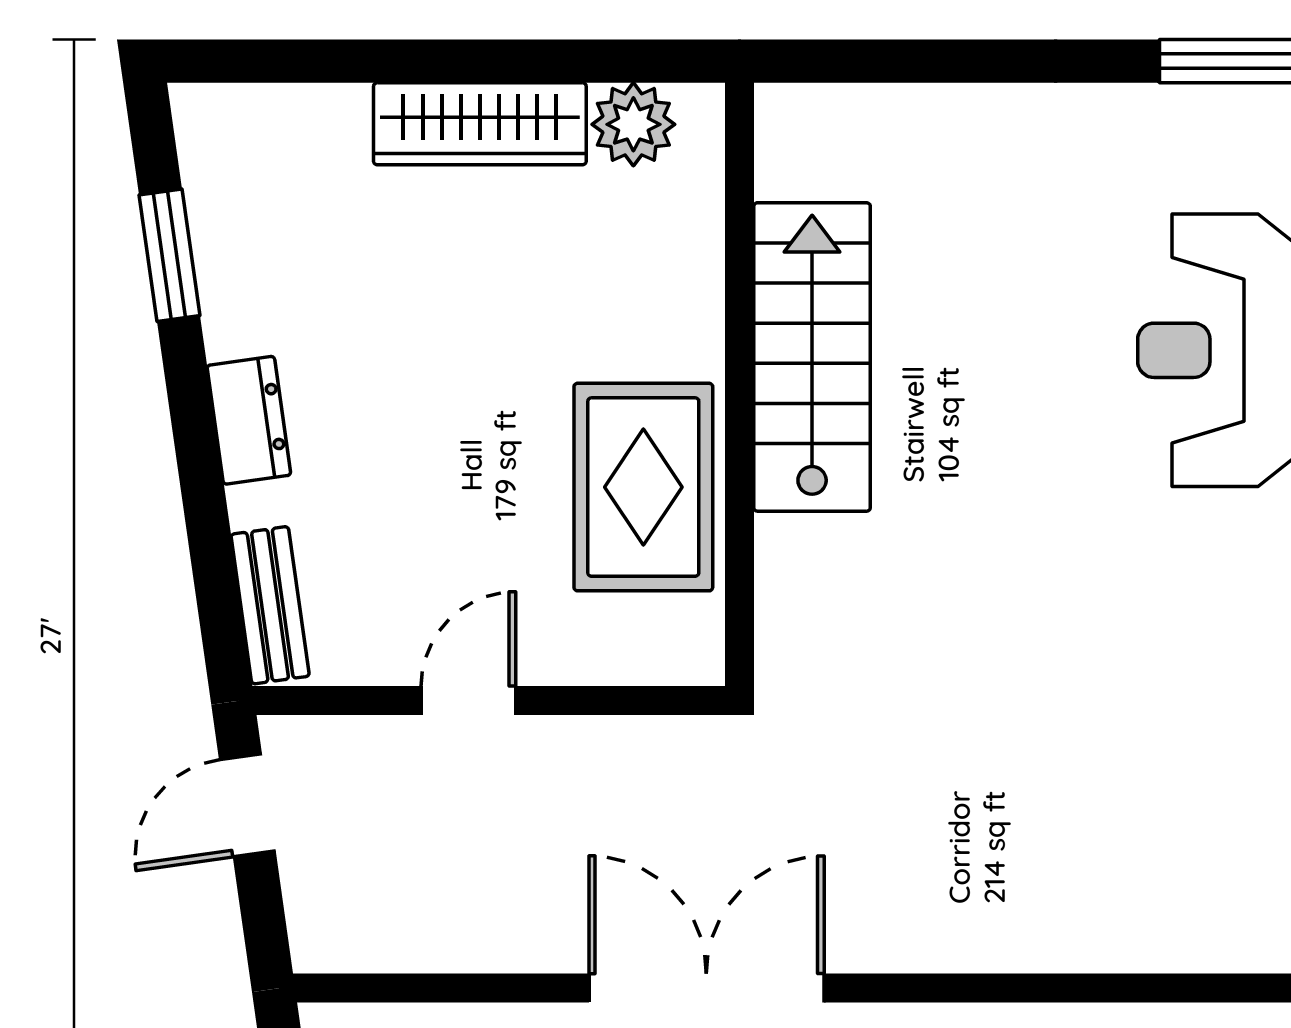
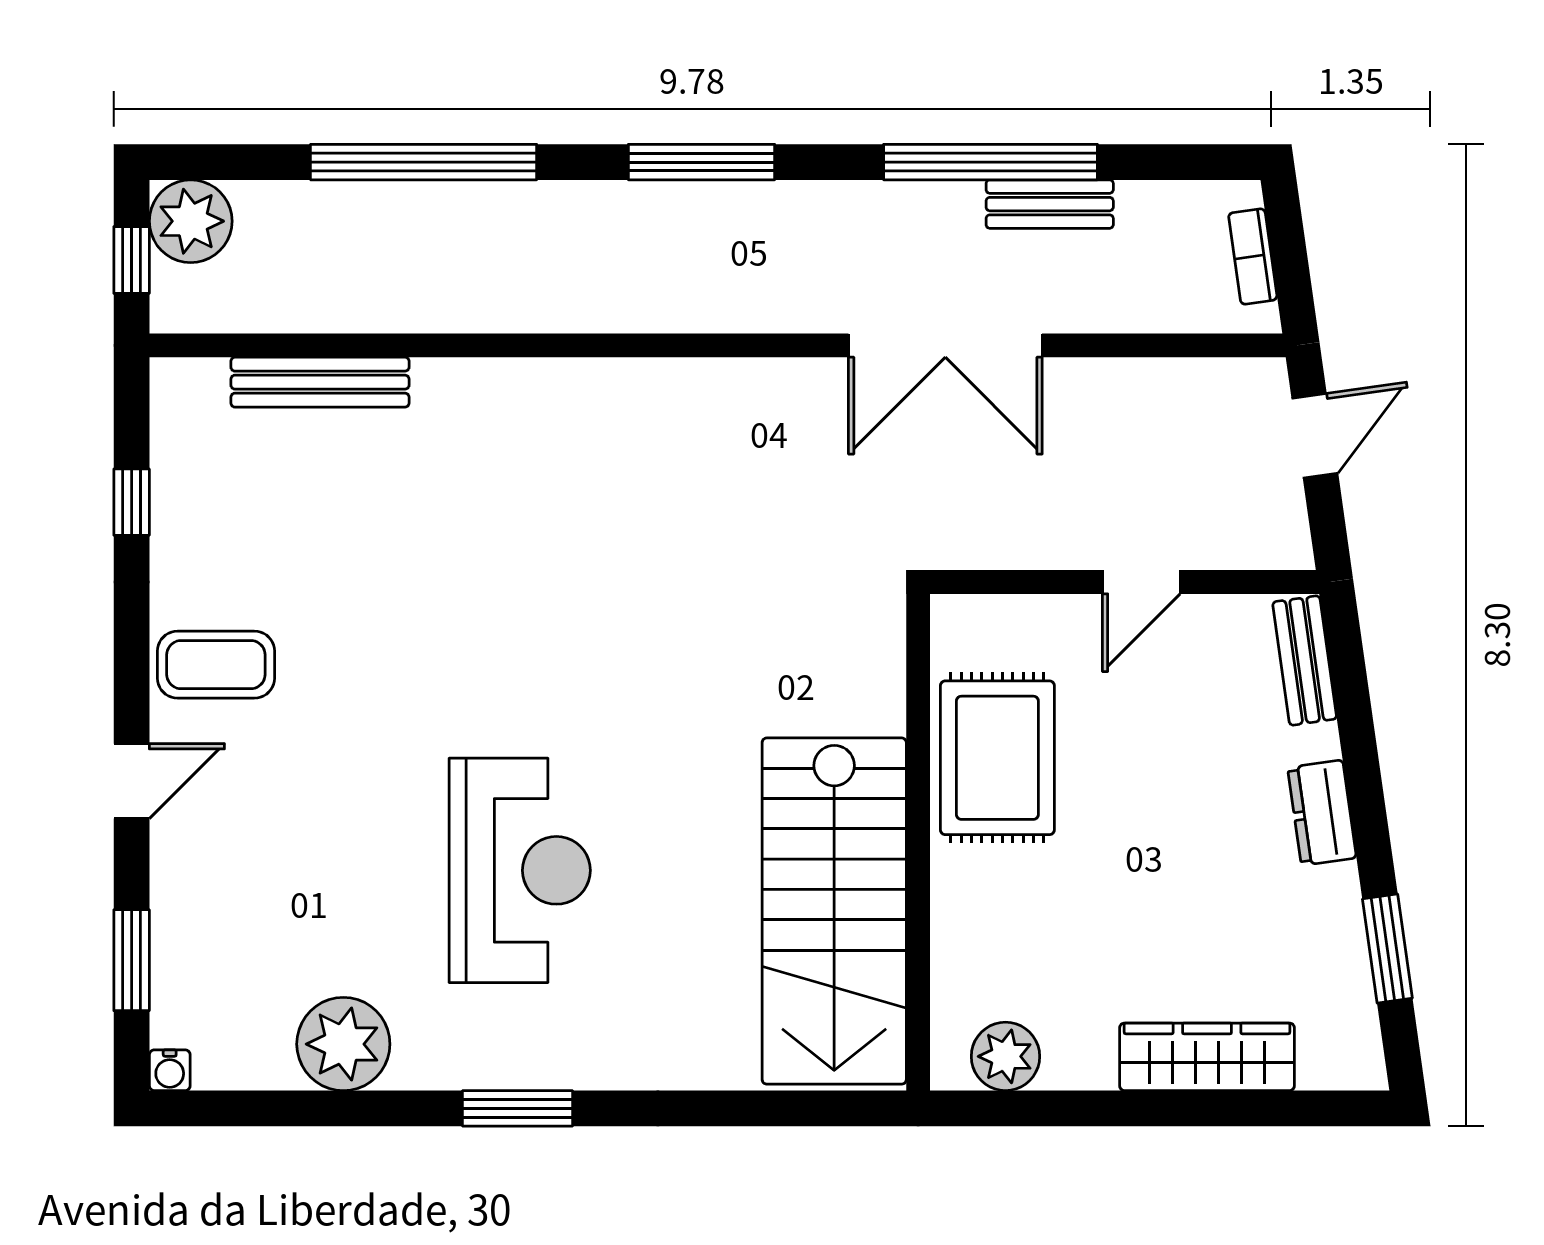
wardrobe: (480, 124) -> (1207, 1057), moved
stairs: (812, 357) -> (834, 911), width x1.36, depth x1.51
door: (247, 805) -> (1315, 436), moved

